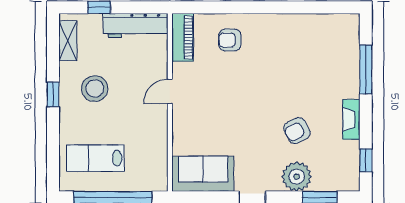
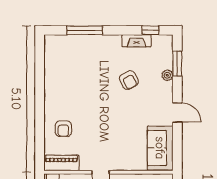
fireplace: (351, 119) -> (136, 41), moved
plant: (297, 177) -> (167, 75), width x0.53, depth x0.53

